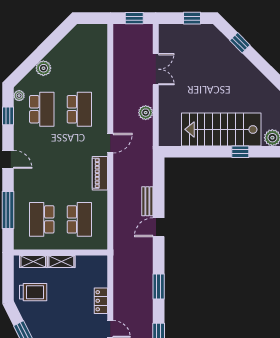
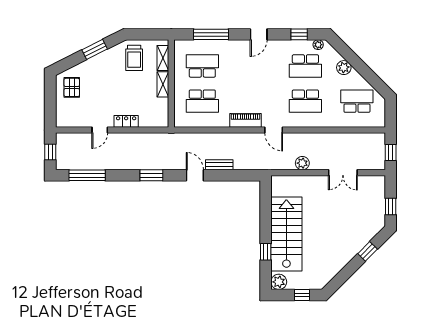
school desk: (79, 54) -> (357, 101), added
window: (159, 287) -> (151, 175), moved

